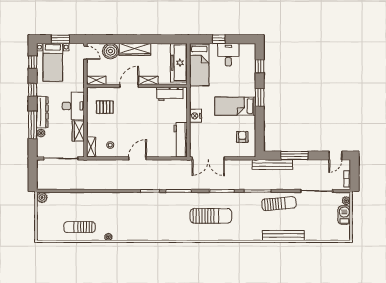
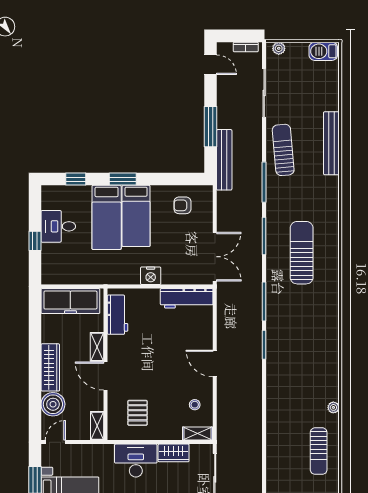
bed: (199, 65) -> (107, 217), moved, turned 90
barbecue: (344, 215) -> (323, 51), moved

